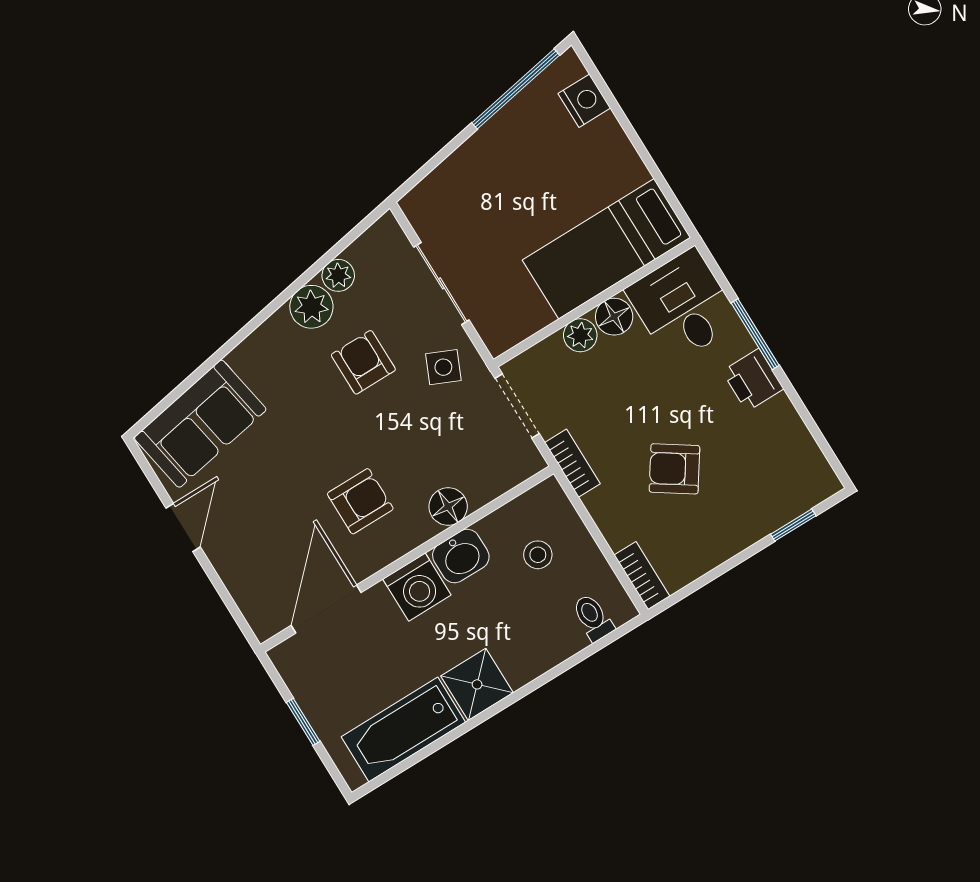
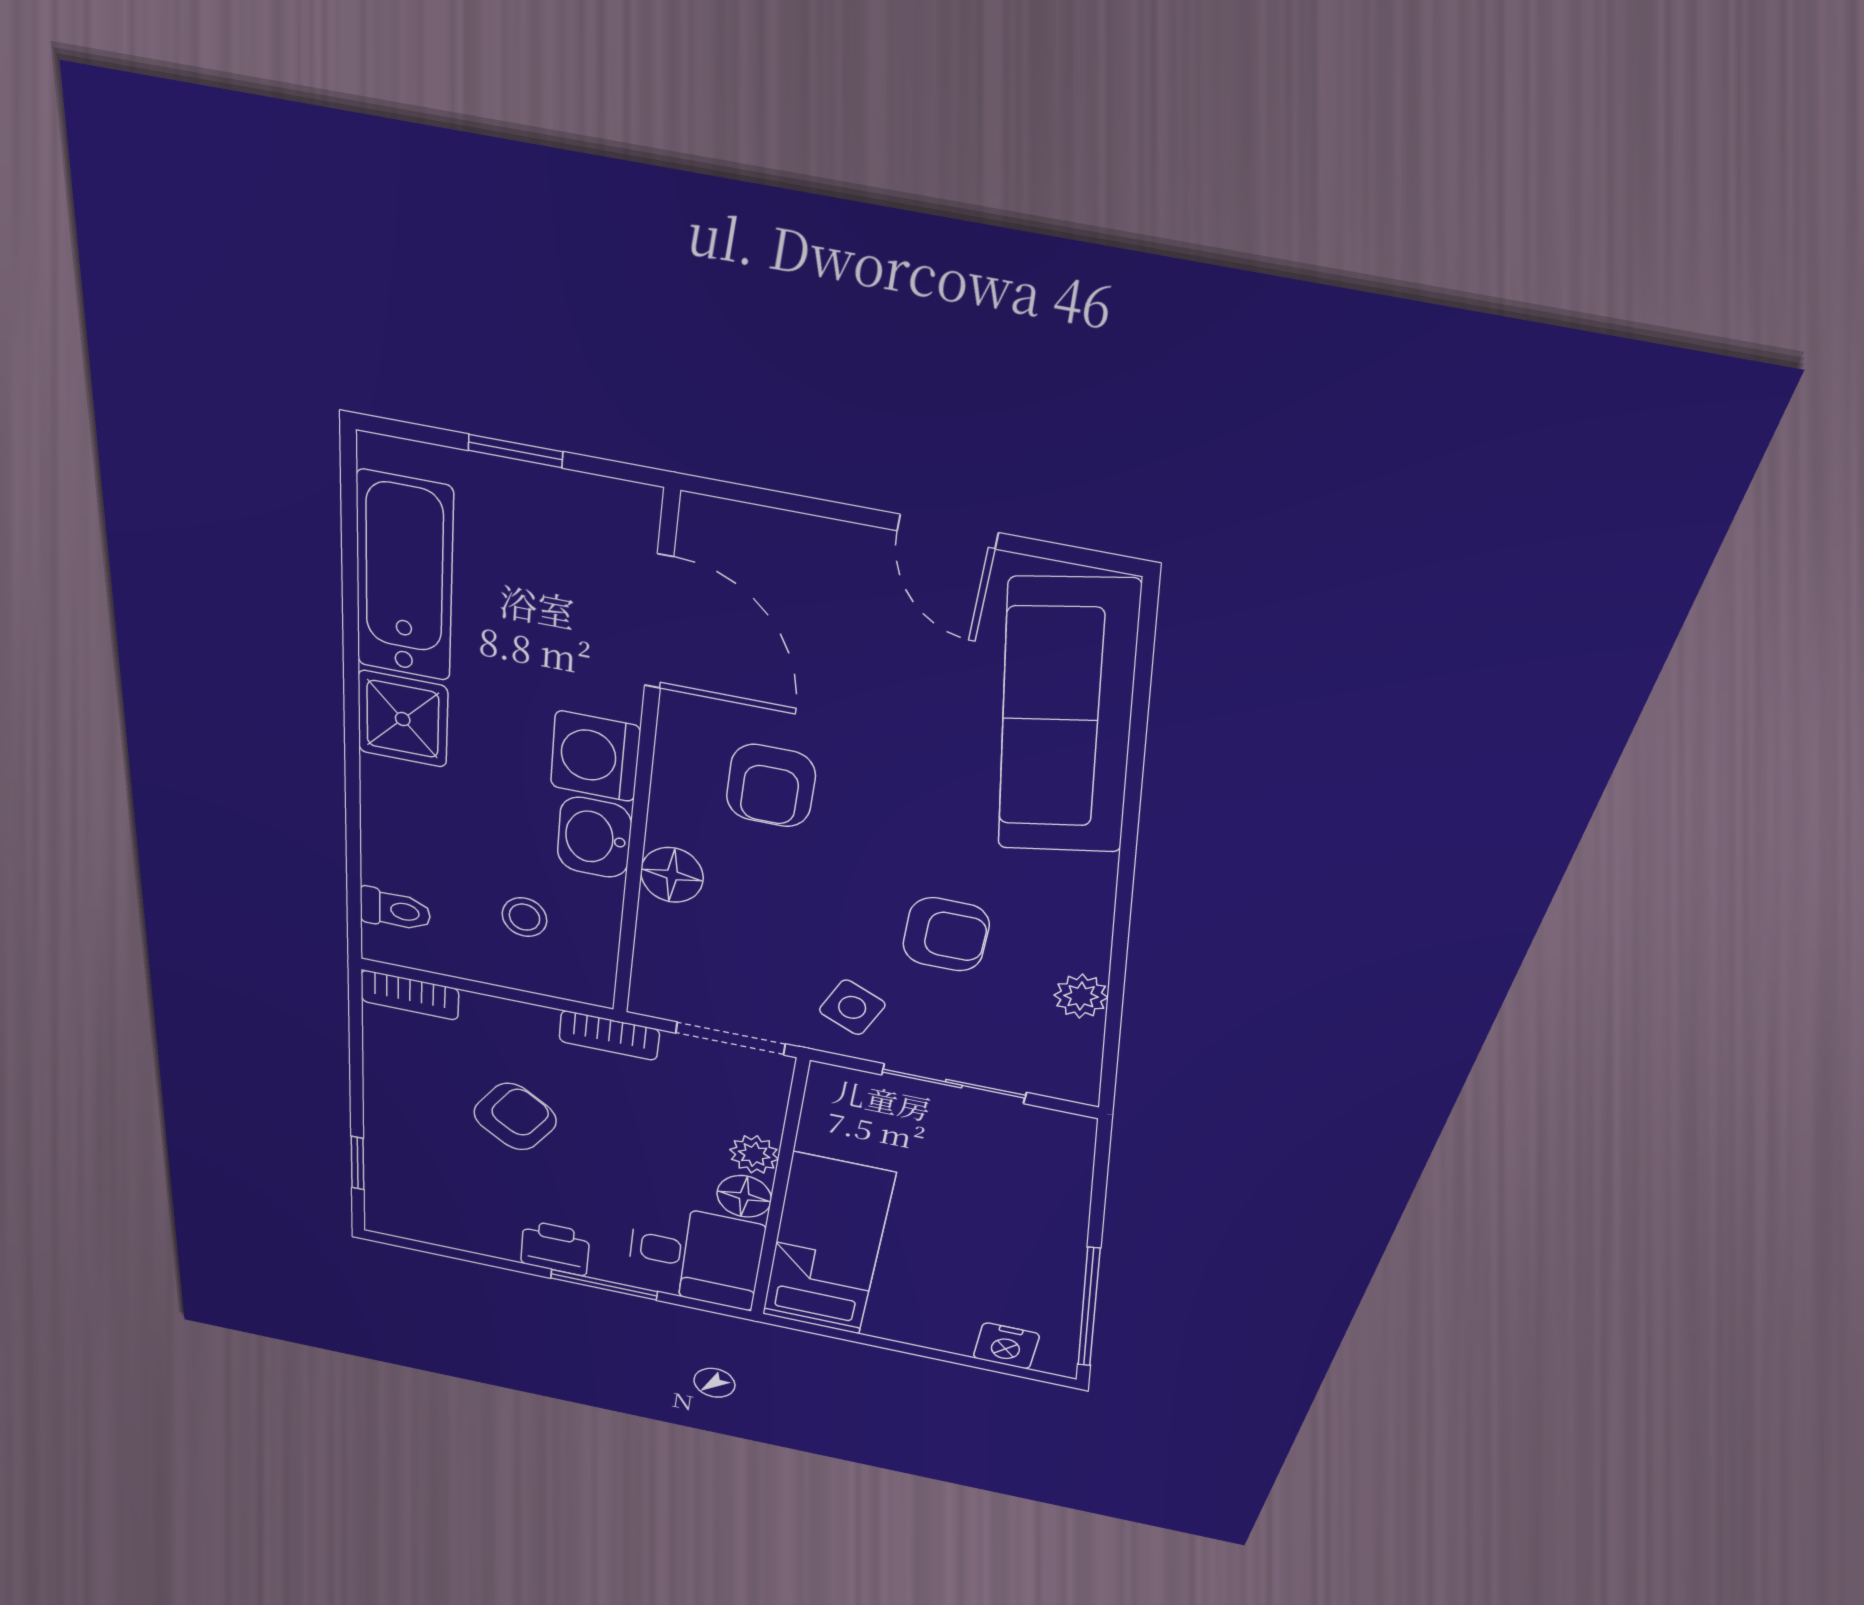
plant: (311, 307) -> (1076, 938), removed
sofa: (200, 424) -> (1067, 720), width x1.36

